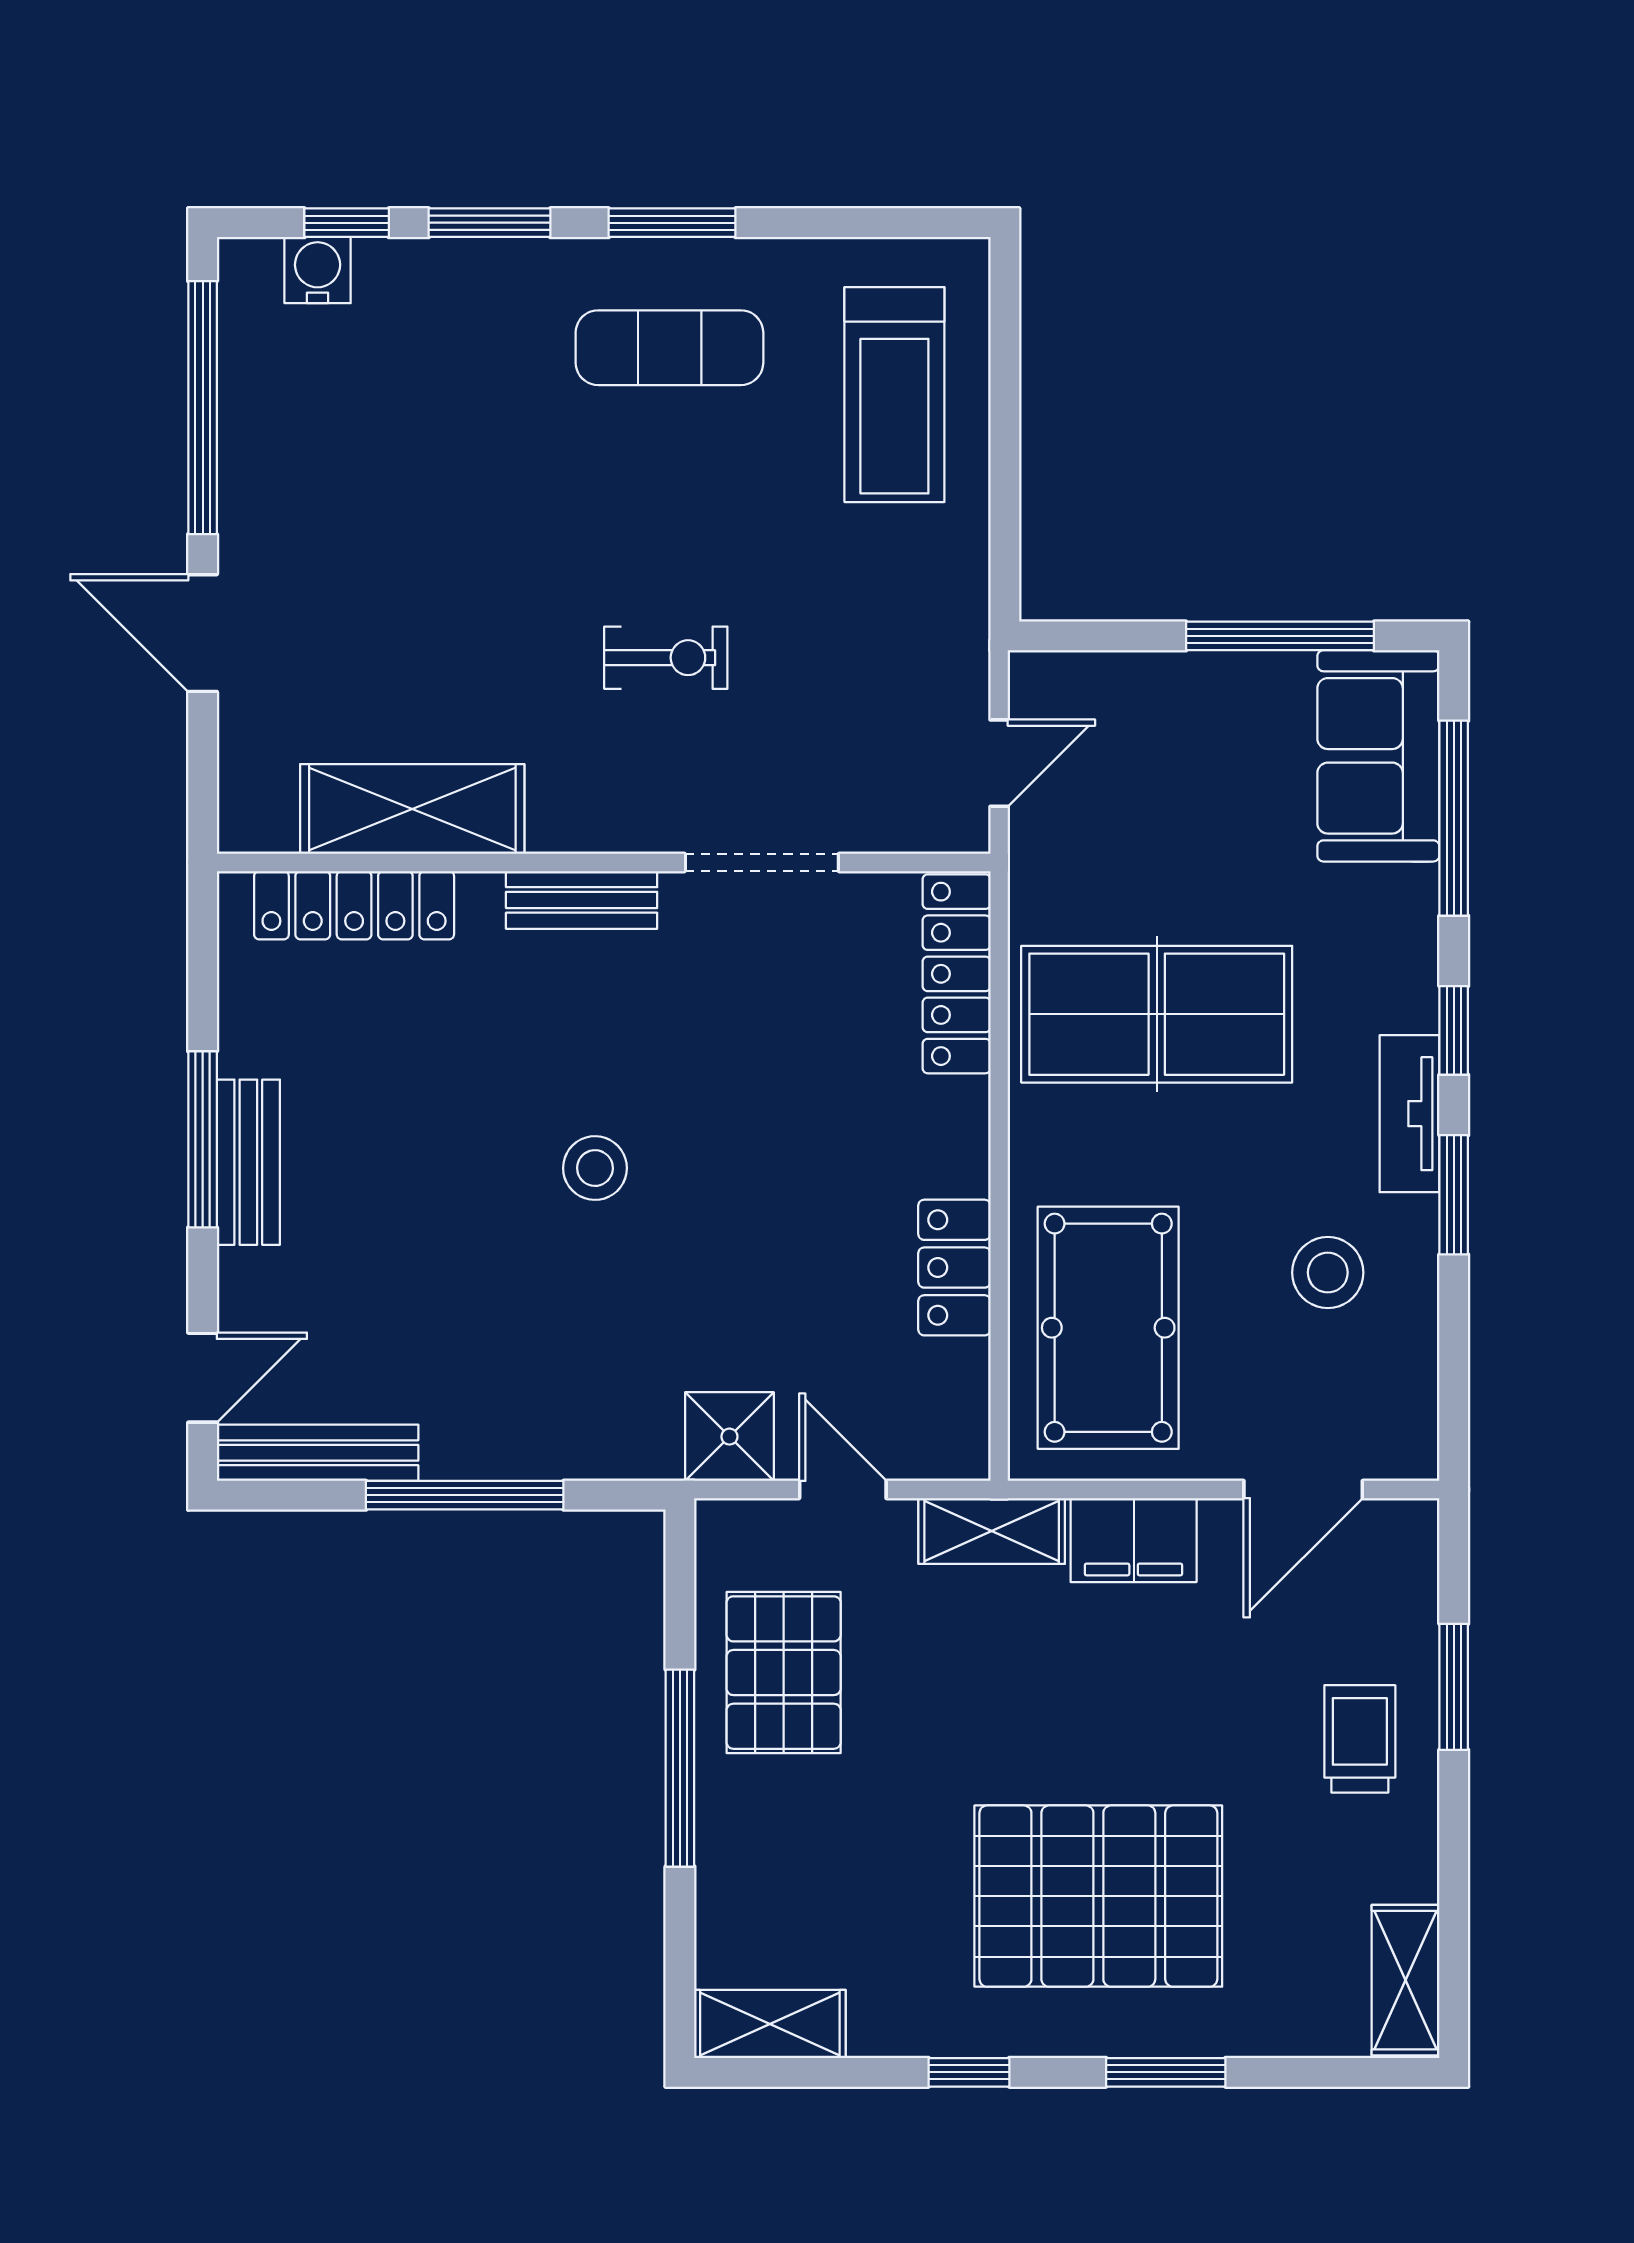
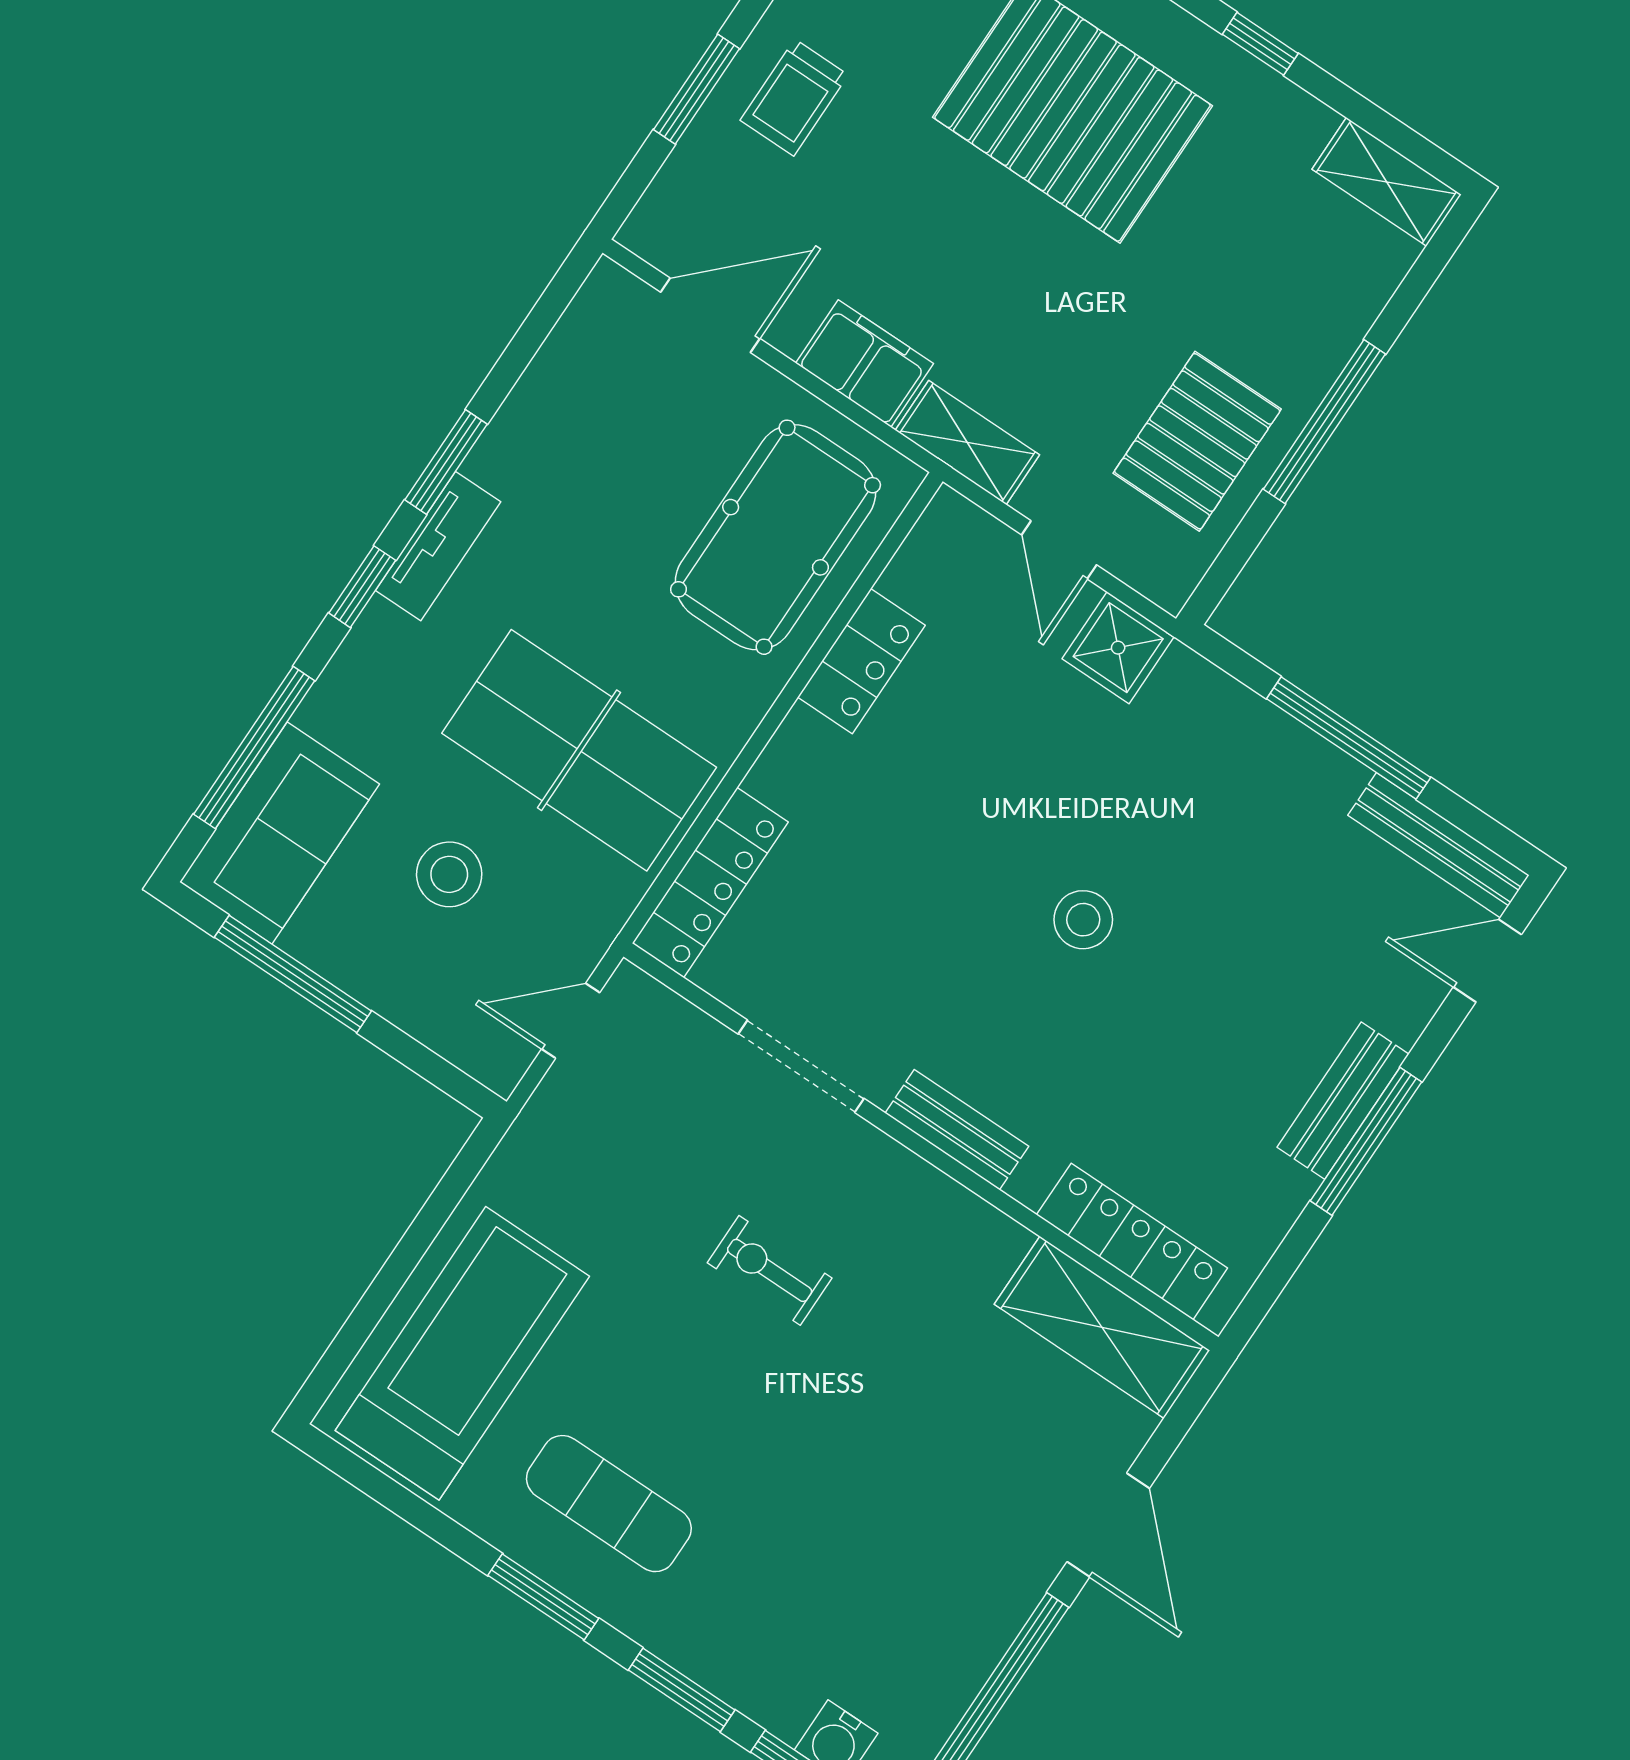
treadmill: (894, 395) -> (462, 1353), width x1.37, depth x1.38
shelving: (412, 809) -> (1102, 1327), moved
stool: (1328, 1273) -> (449, 874), moved

